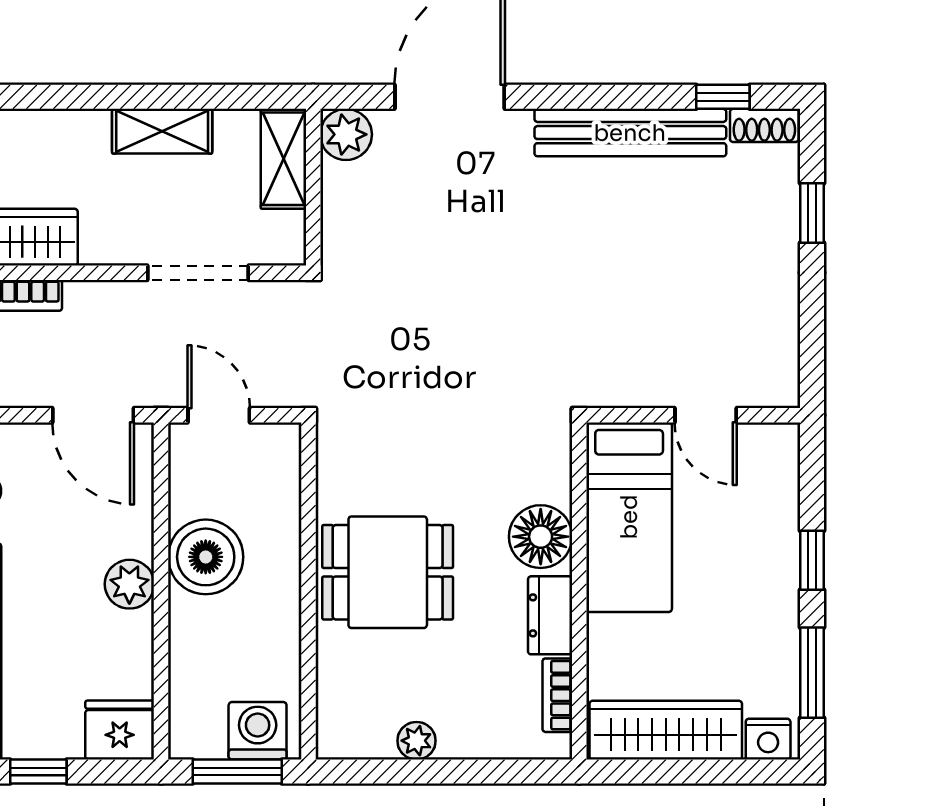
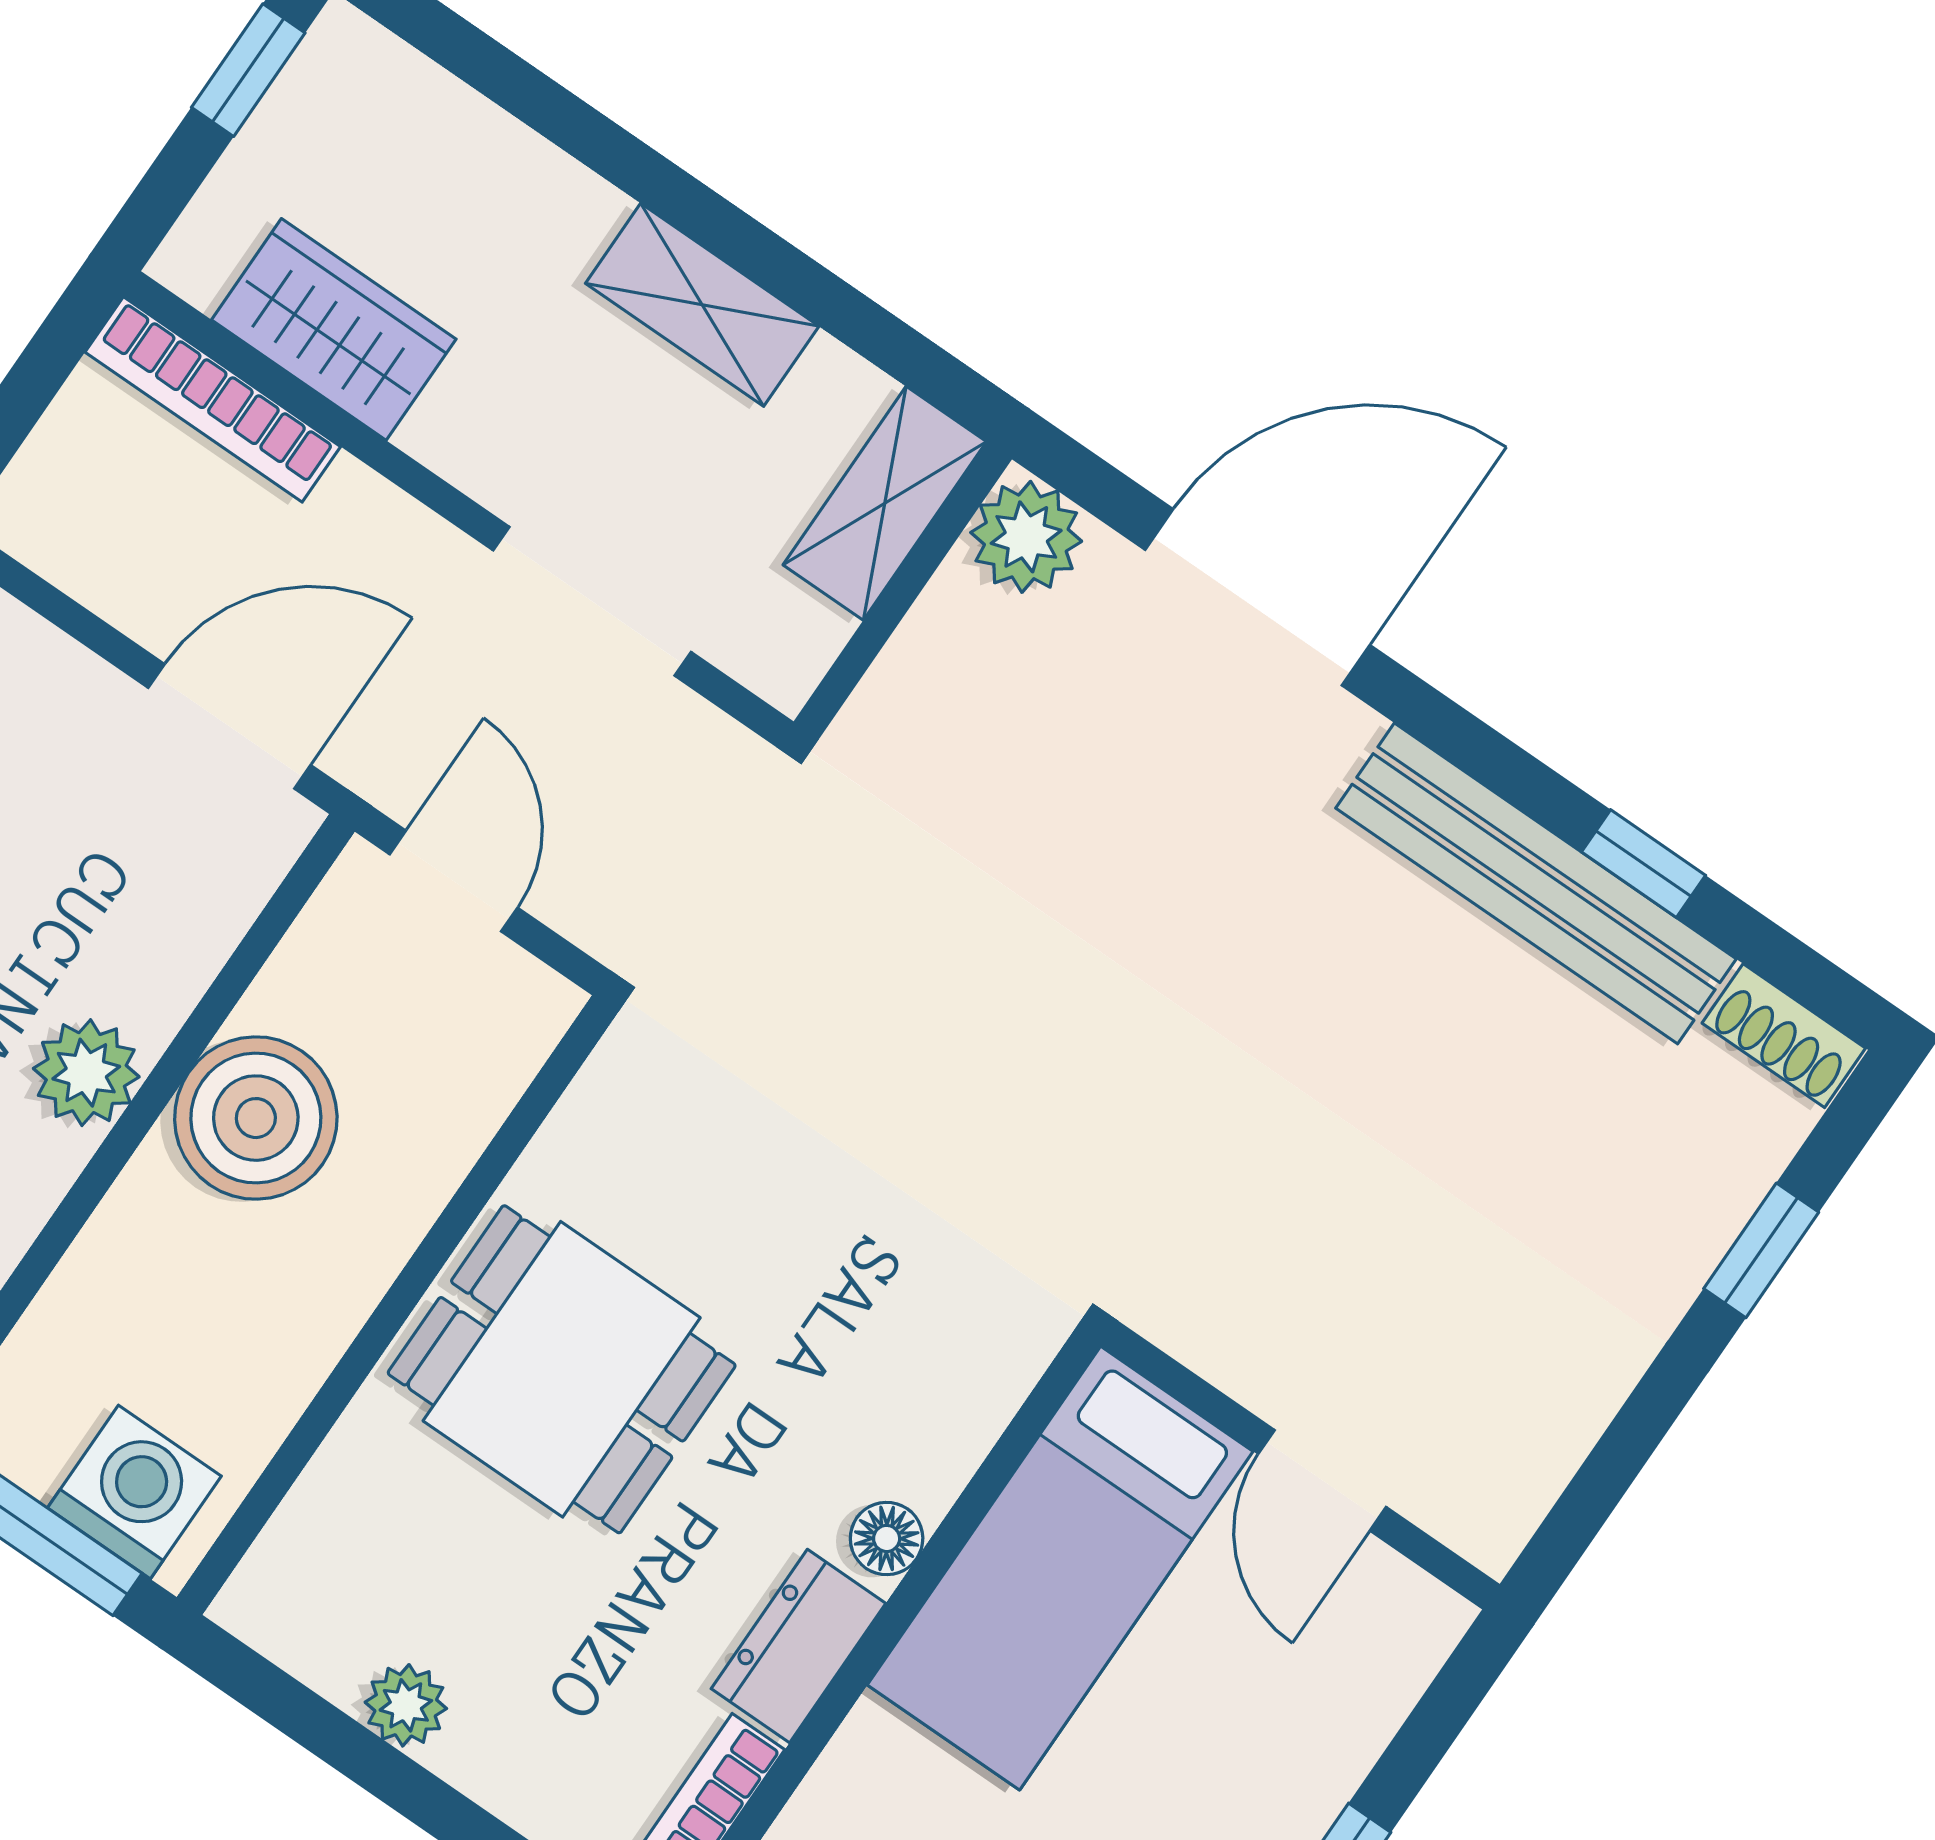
window: (723, 97) -> (1643, 864), moved
door: (93, 415) -> (229, 726), swing flipped
floor lamp: (541, 537) -> (887, 1538), width x0.53, depth x0.53

